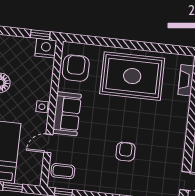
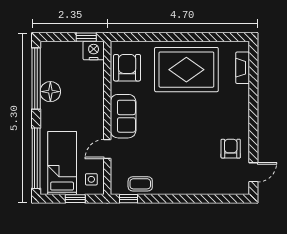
side table: (42, 107) -> (91, 179), moved
armchair: (125, 152) -> (231, 149), moved
coffee table: (63, 171) -> (140, 184), moved

